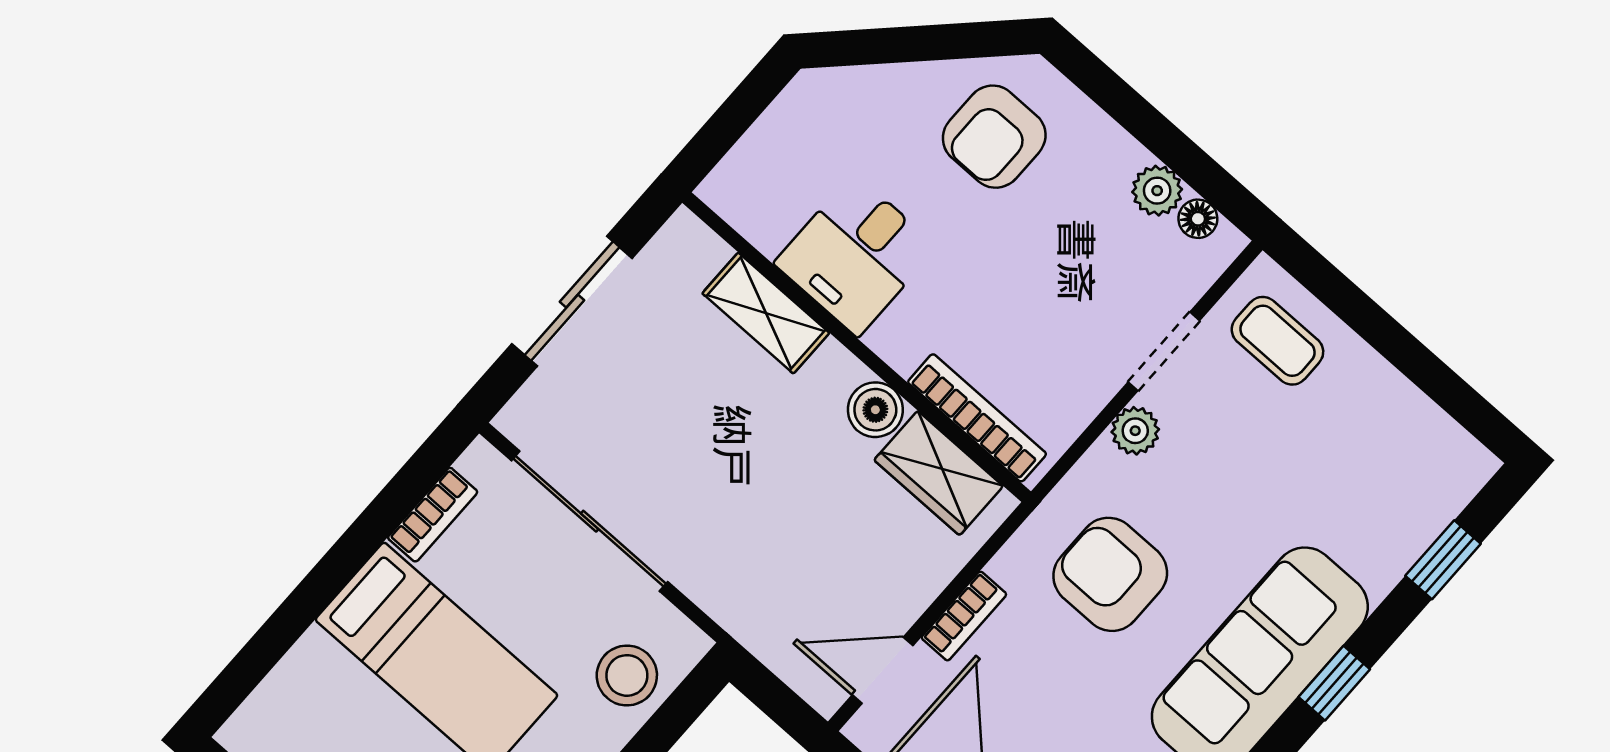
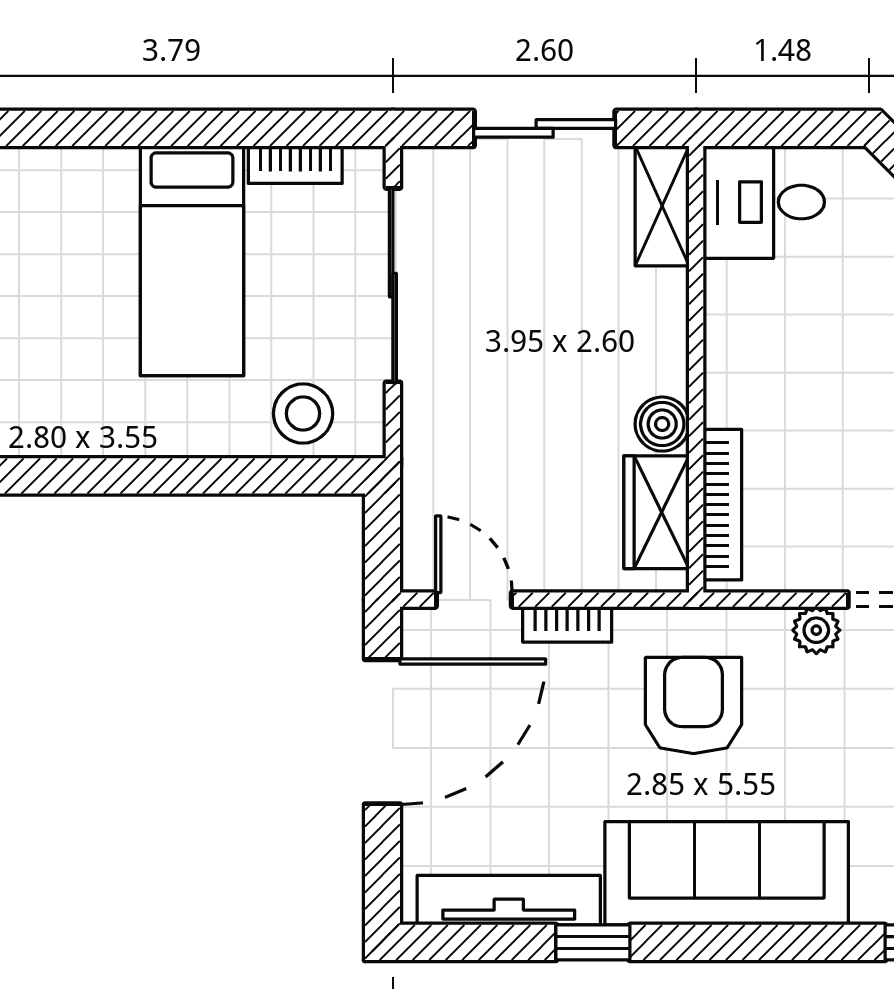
desk: (856, 255) -> (764, 202), moved
shelving: (766, 313) -> (662, 206), moved
window: (1334, 683) -> (759, 942), removed

